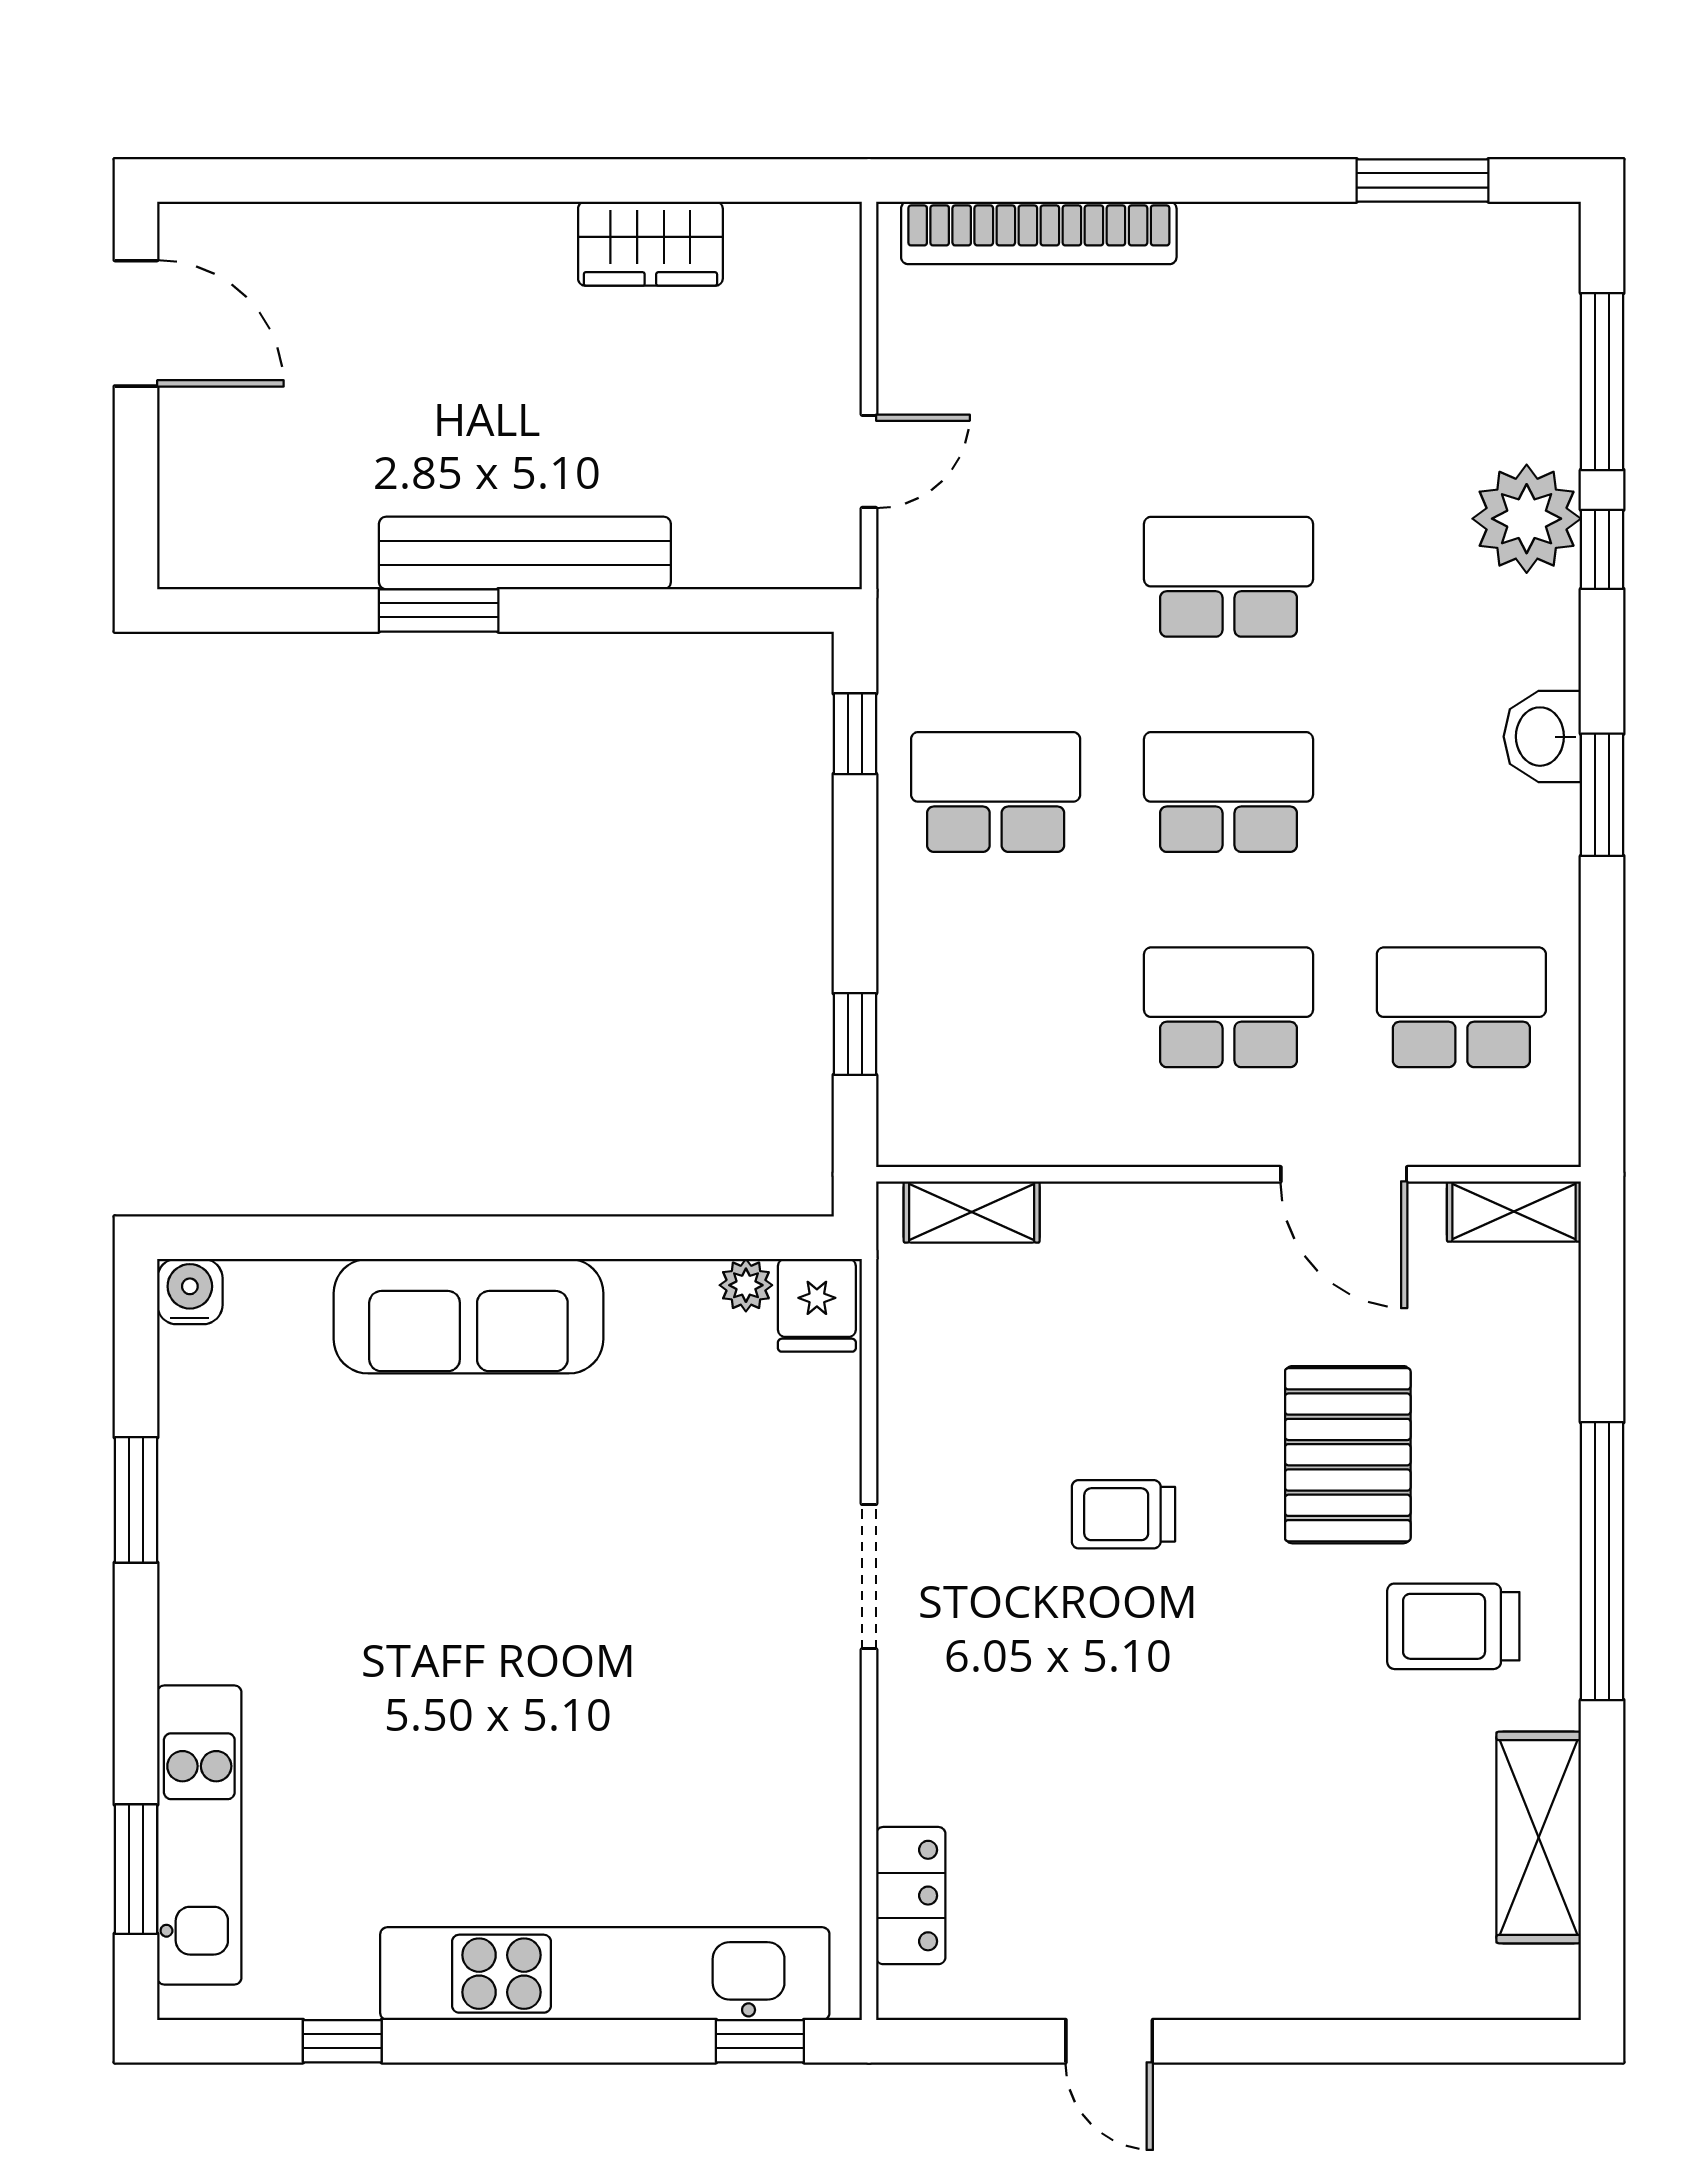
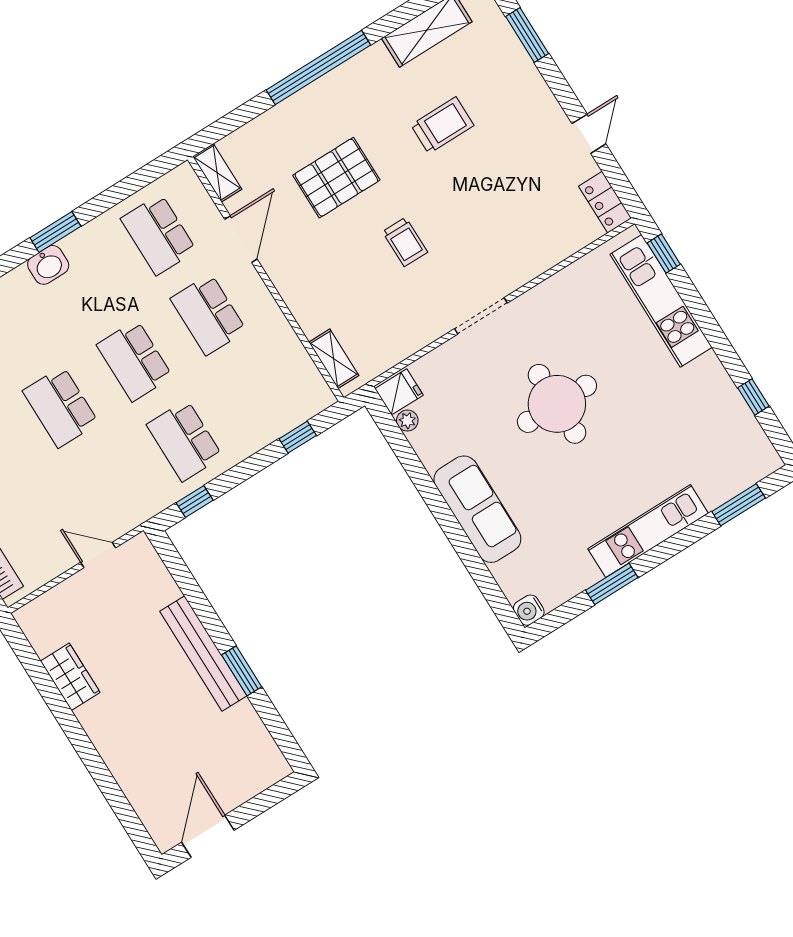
round table: (585, 1621) -> (557, 404), added
trolley: (1453, 1626) -> (442, 125), moved, turned -90
kitchen unit: (199, 1835) -> (648, 531), moved
locker: (911, 1896) -> (605, 202), moved, turned -90
kitchen unit: (605, 1974) -> (661, 301), width x0.73
window: (1397, 2041) -> (527, 35), added

